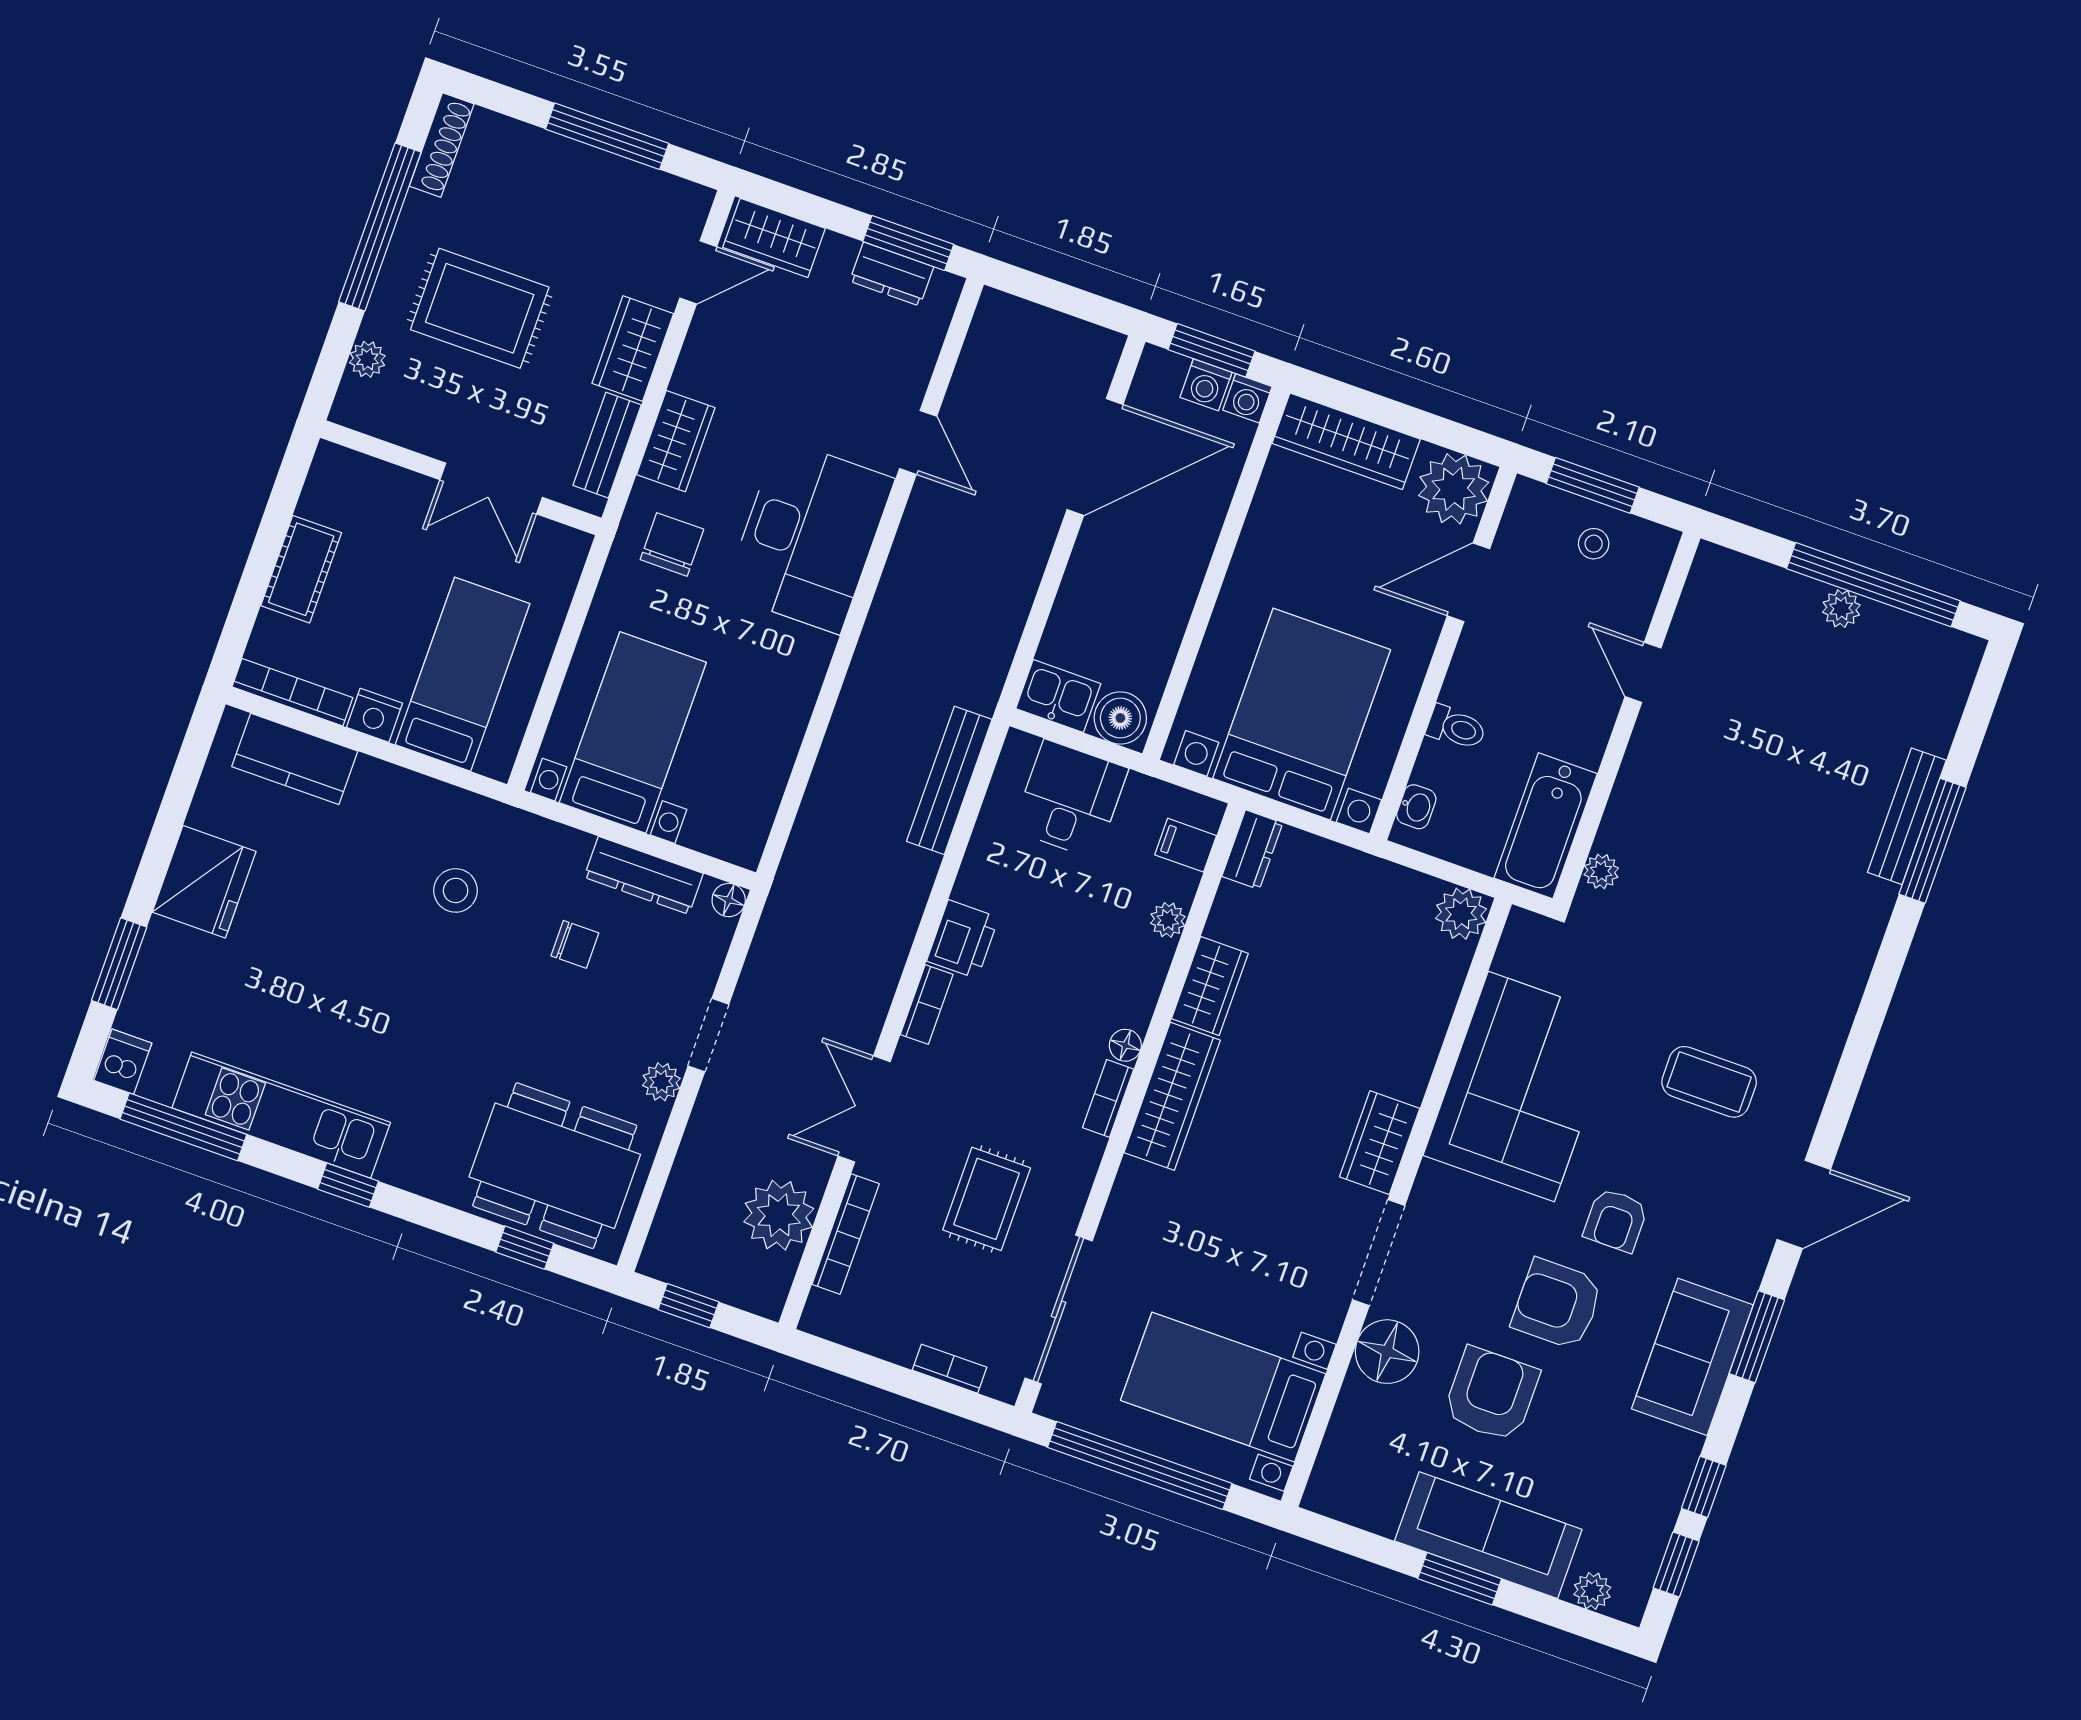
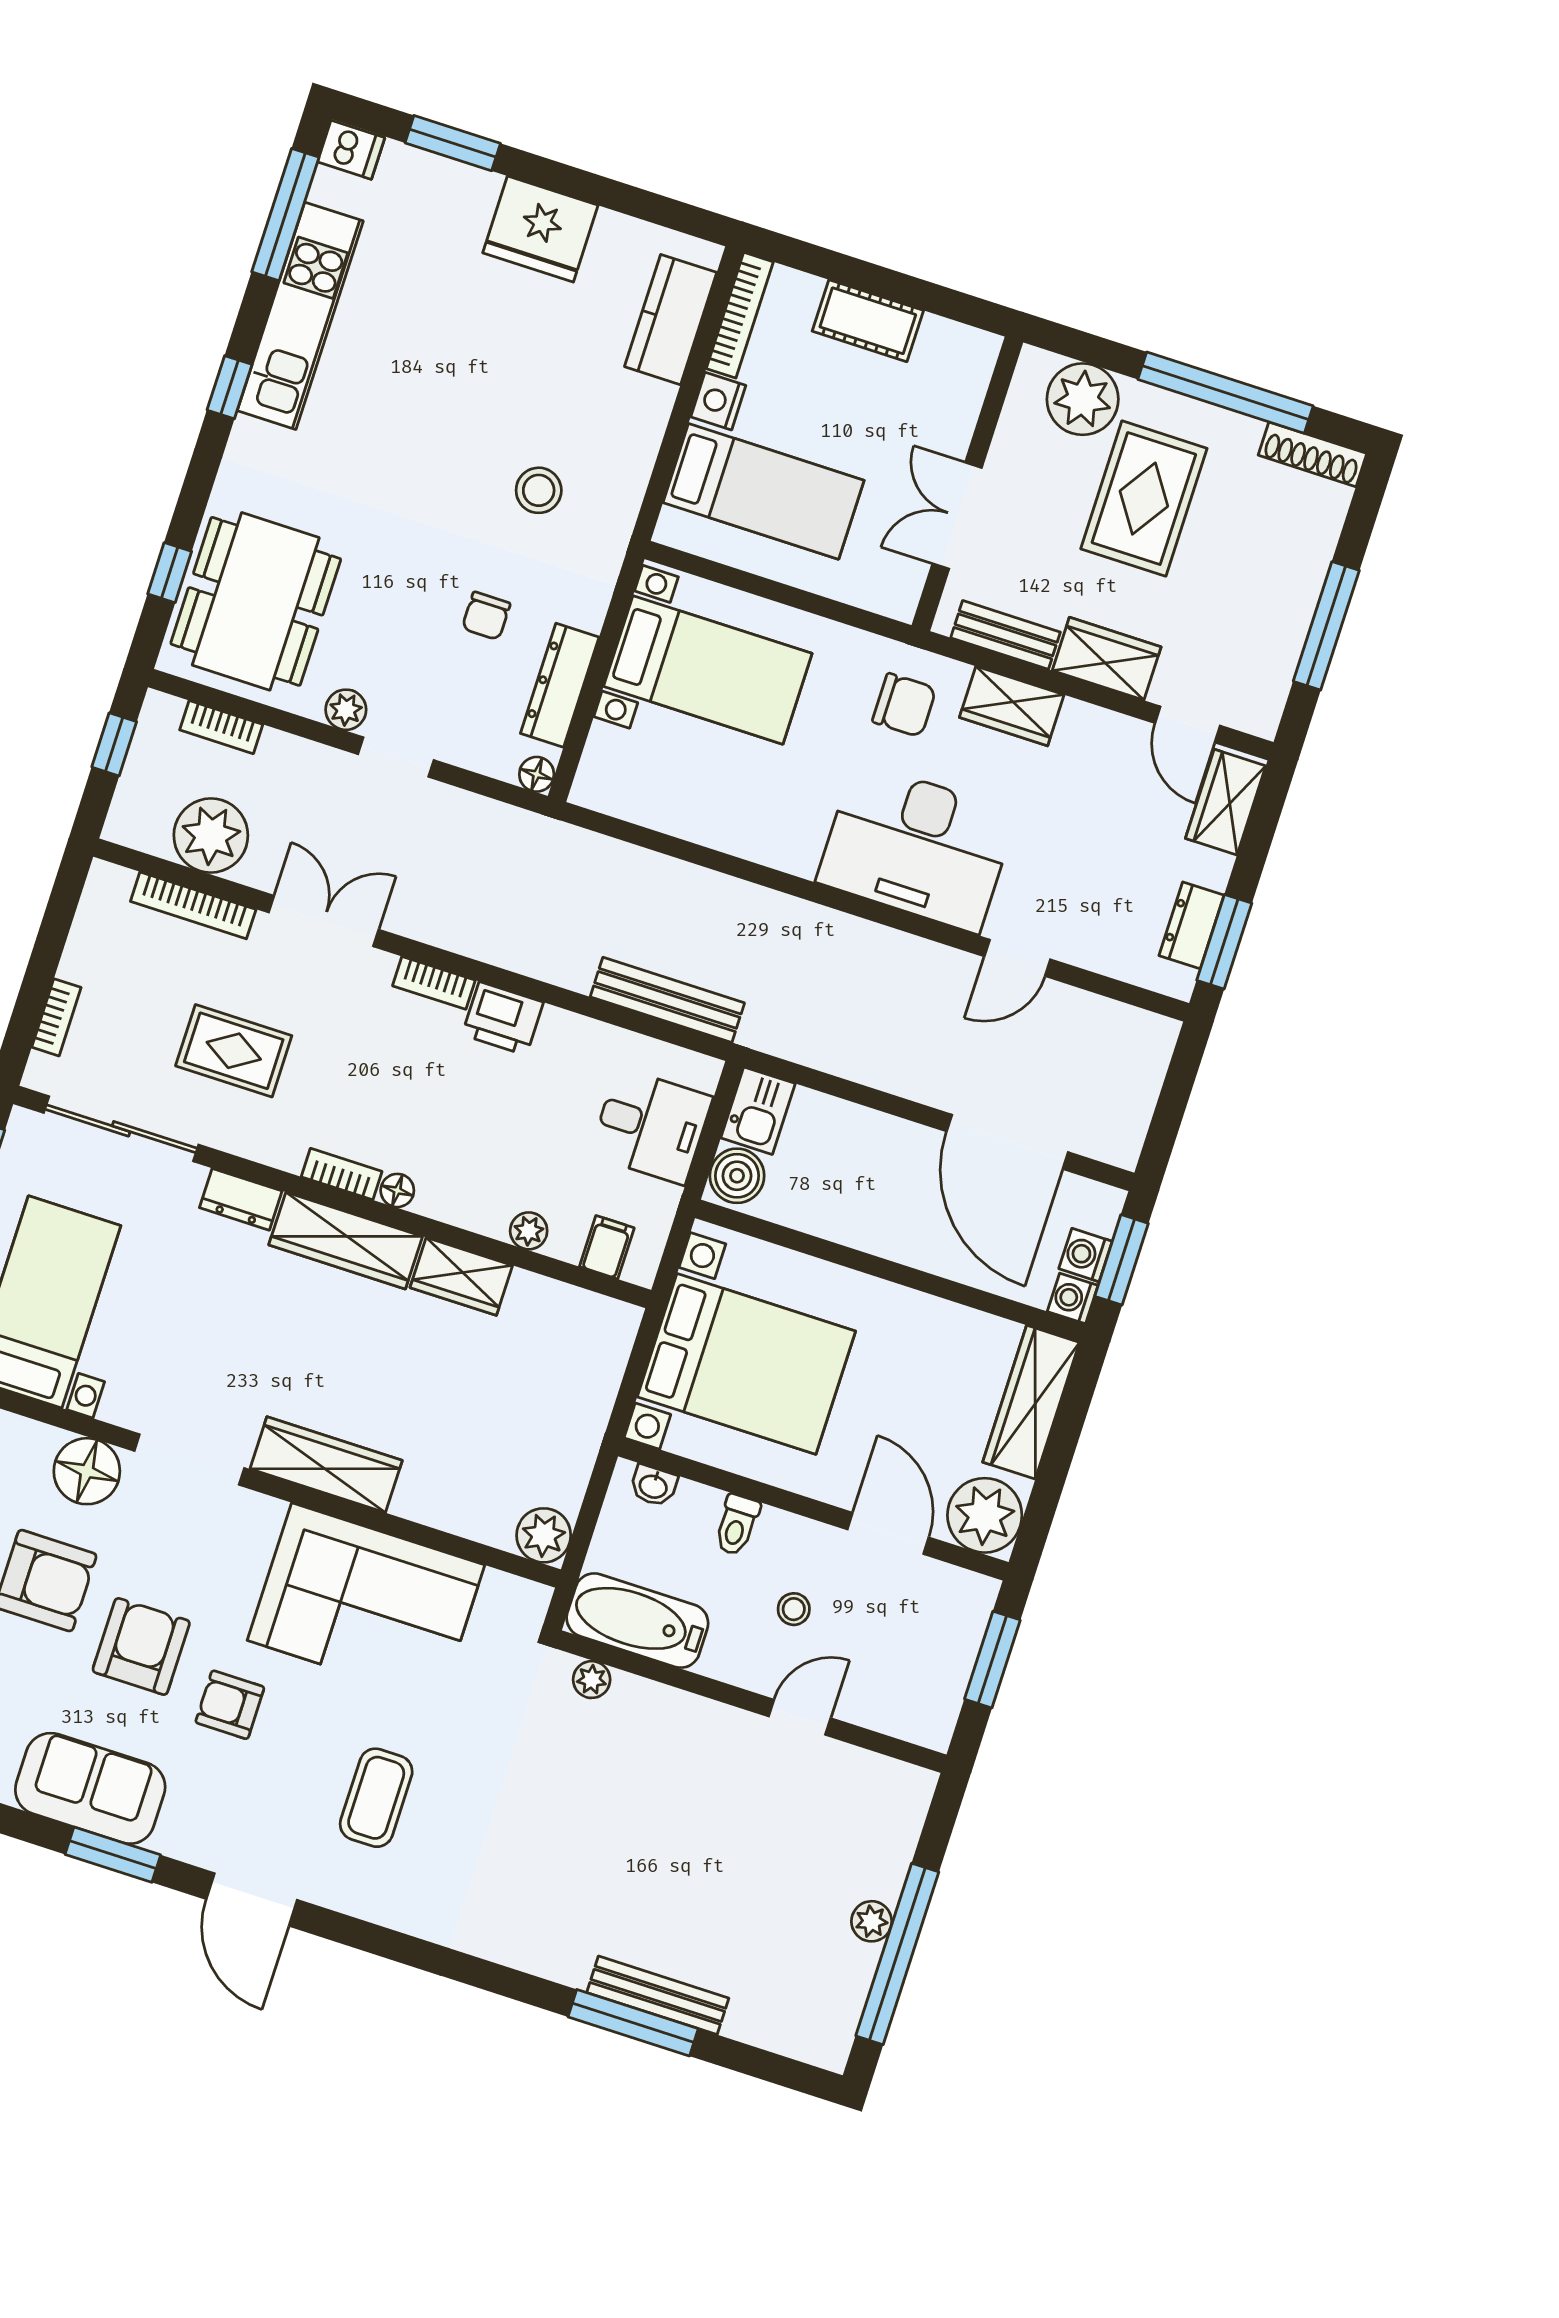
plant: (367, 359) -> (1083, 399), width x1.87, depth x1.87
stool: (1594, 544) -> (794, 1609), moved
dresser: (1252, 850) -> (241, 1199), moved
wardrobe: (1380, 1143) -> (326, 1465), width x1.50
bookcase: (675, 1202) -> (221, 727), added

